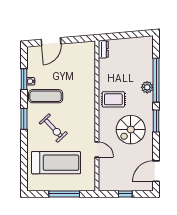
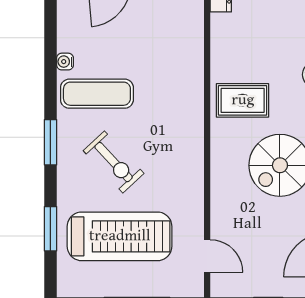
window: (24, 79) -> (50, 229), moved
door: (97, 149) -> (207, 256), moved

